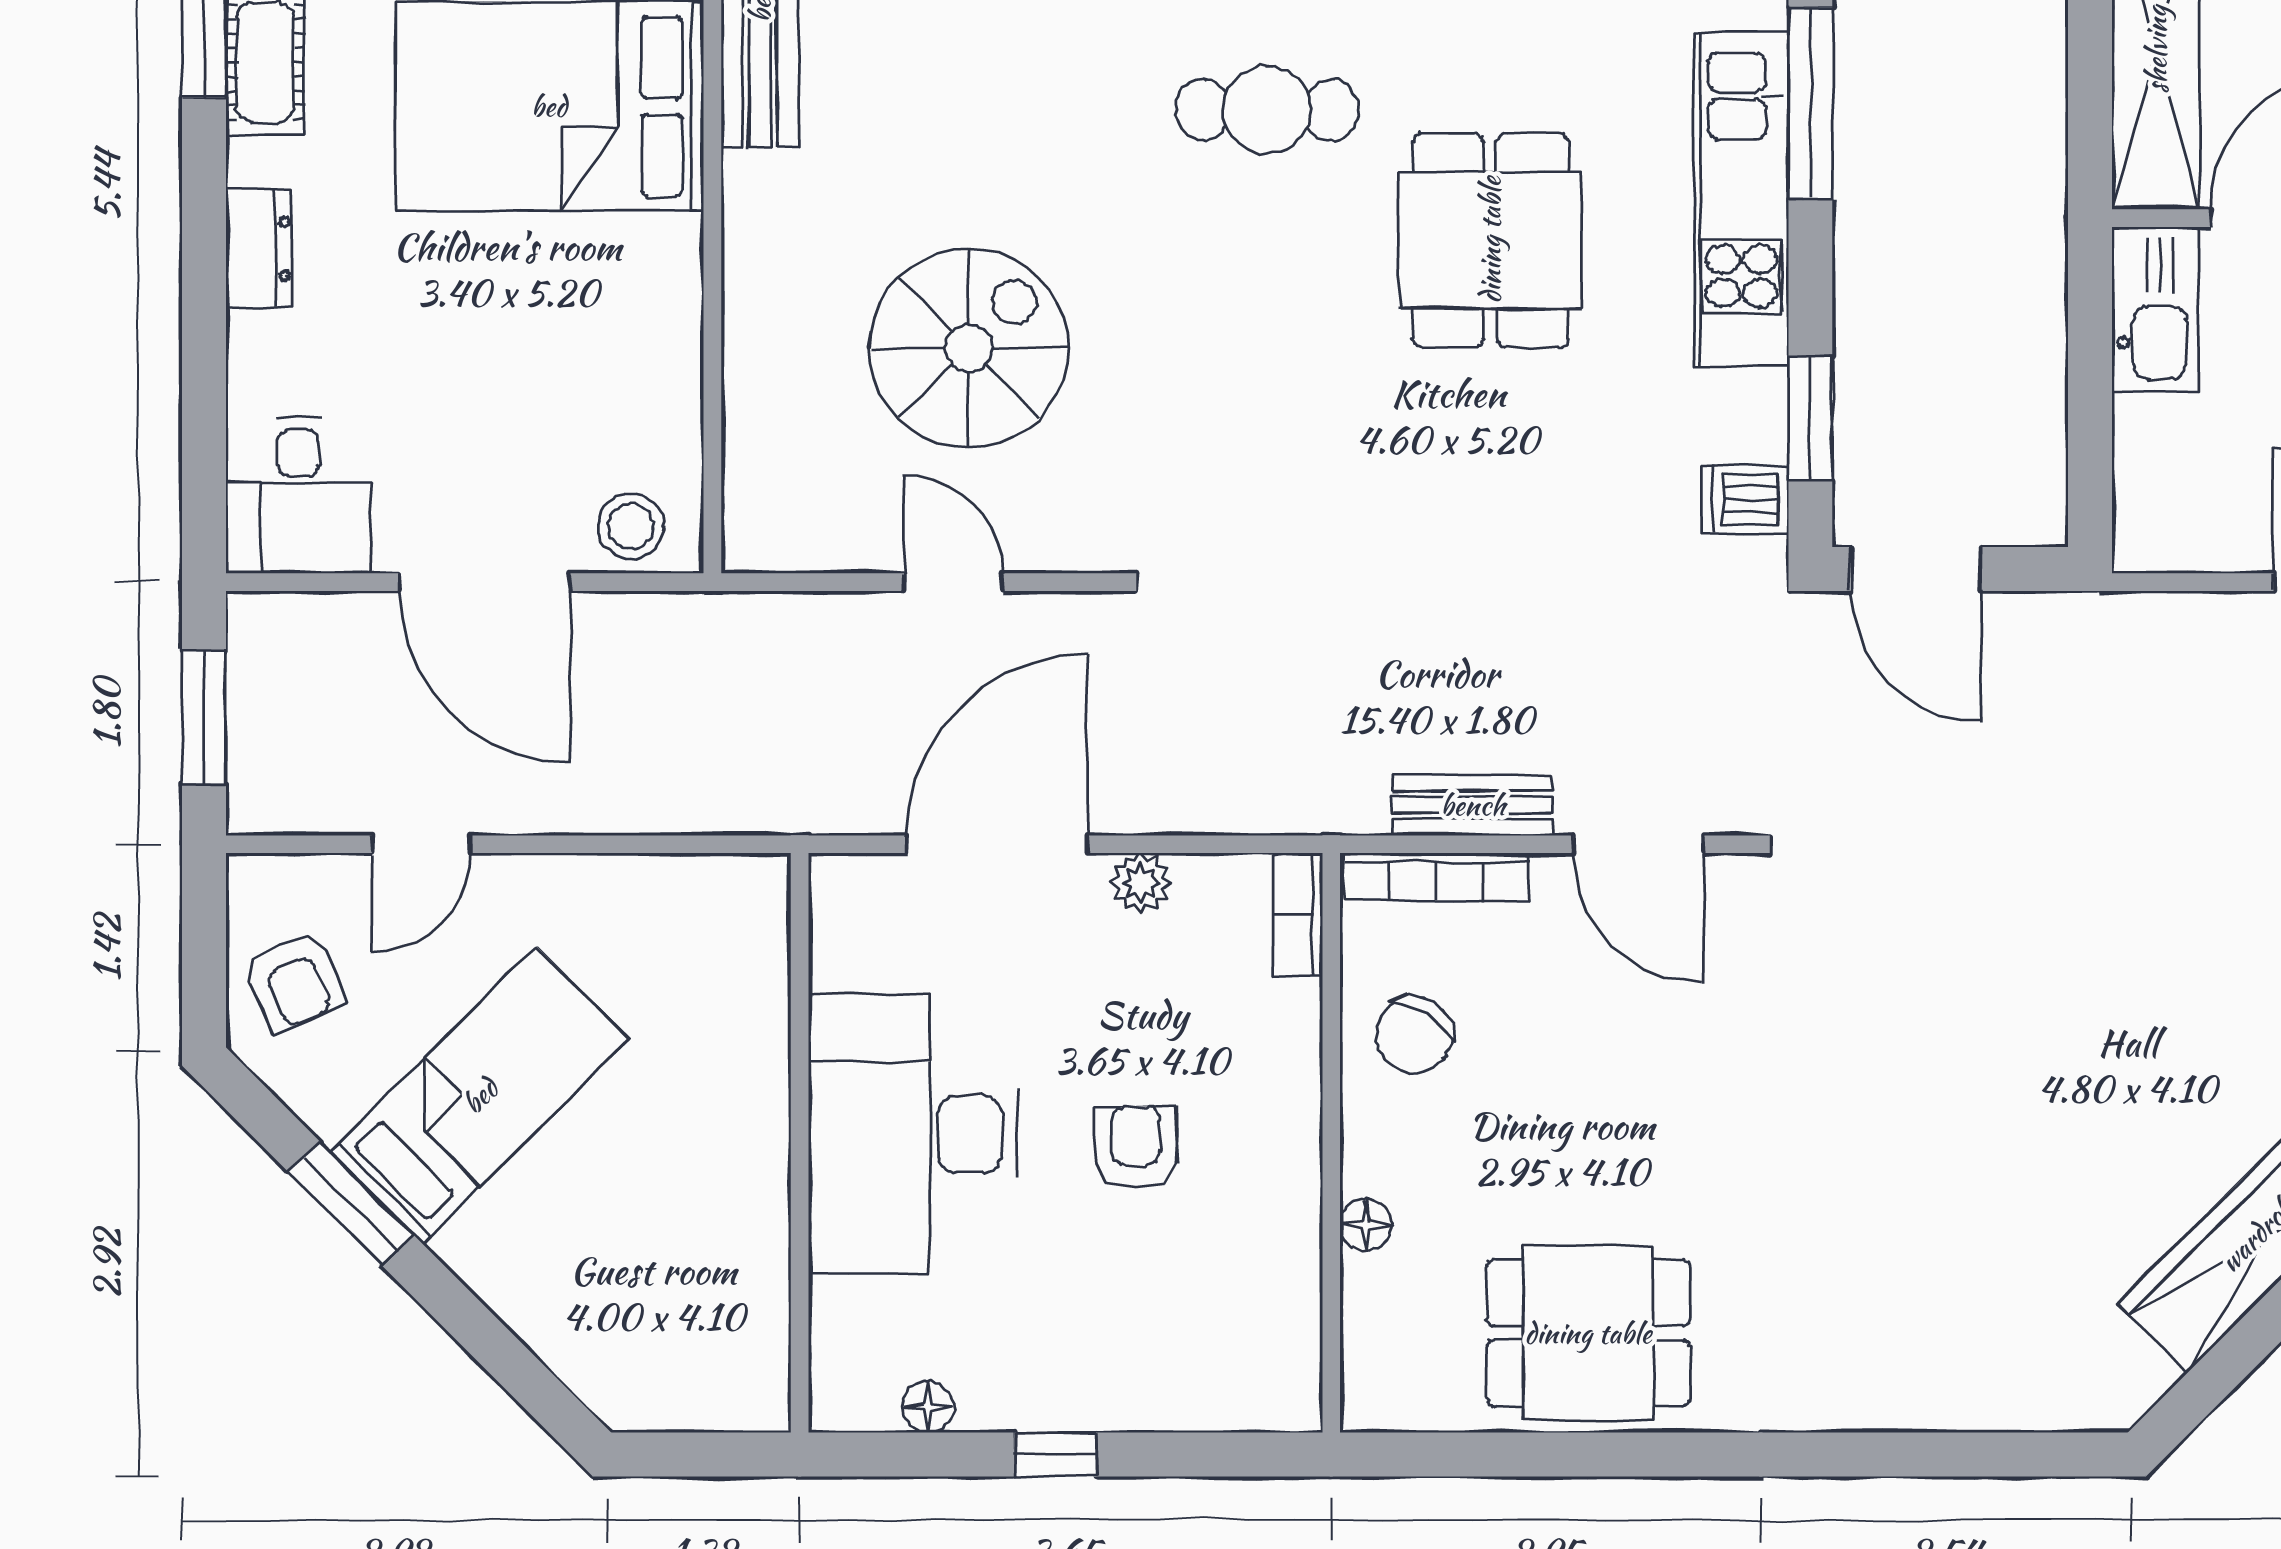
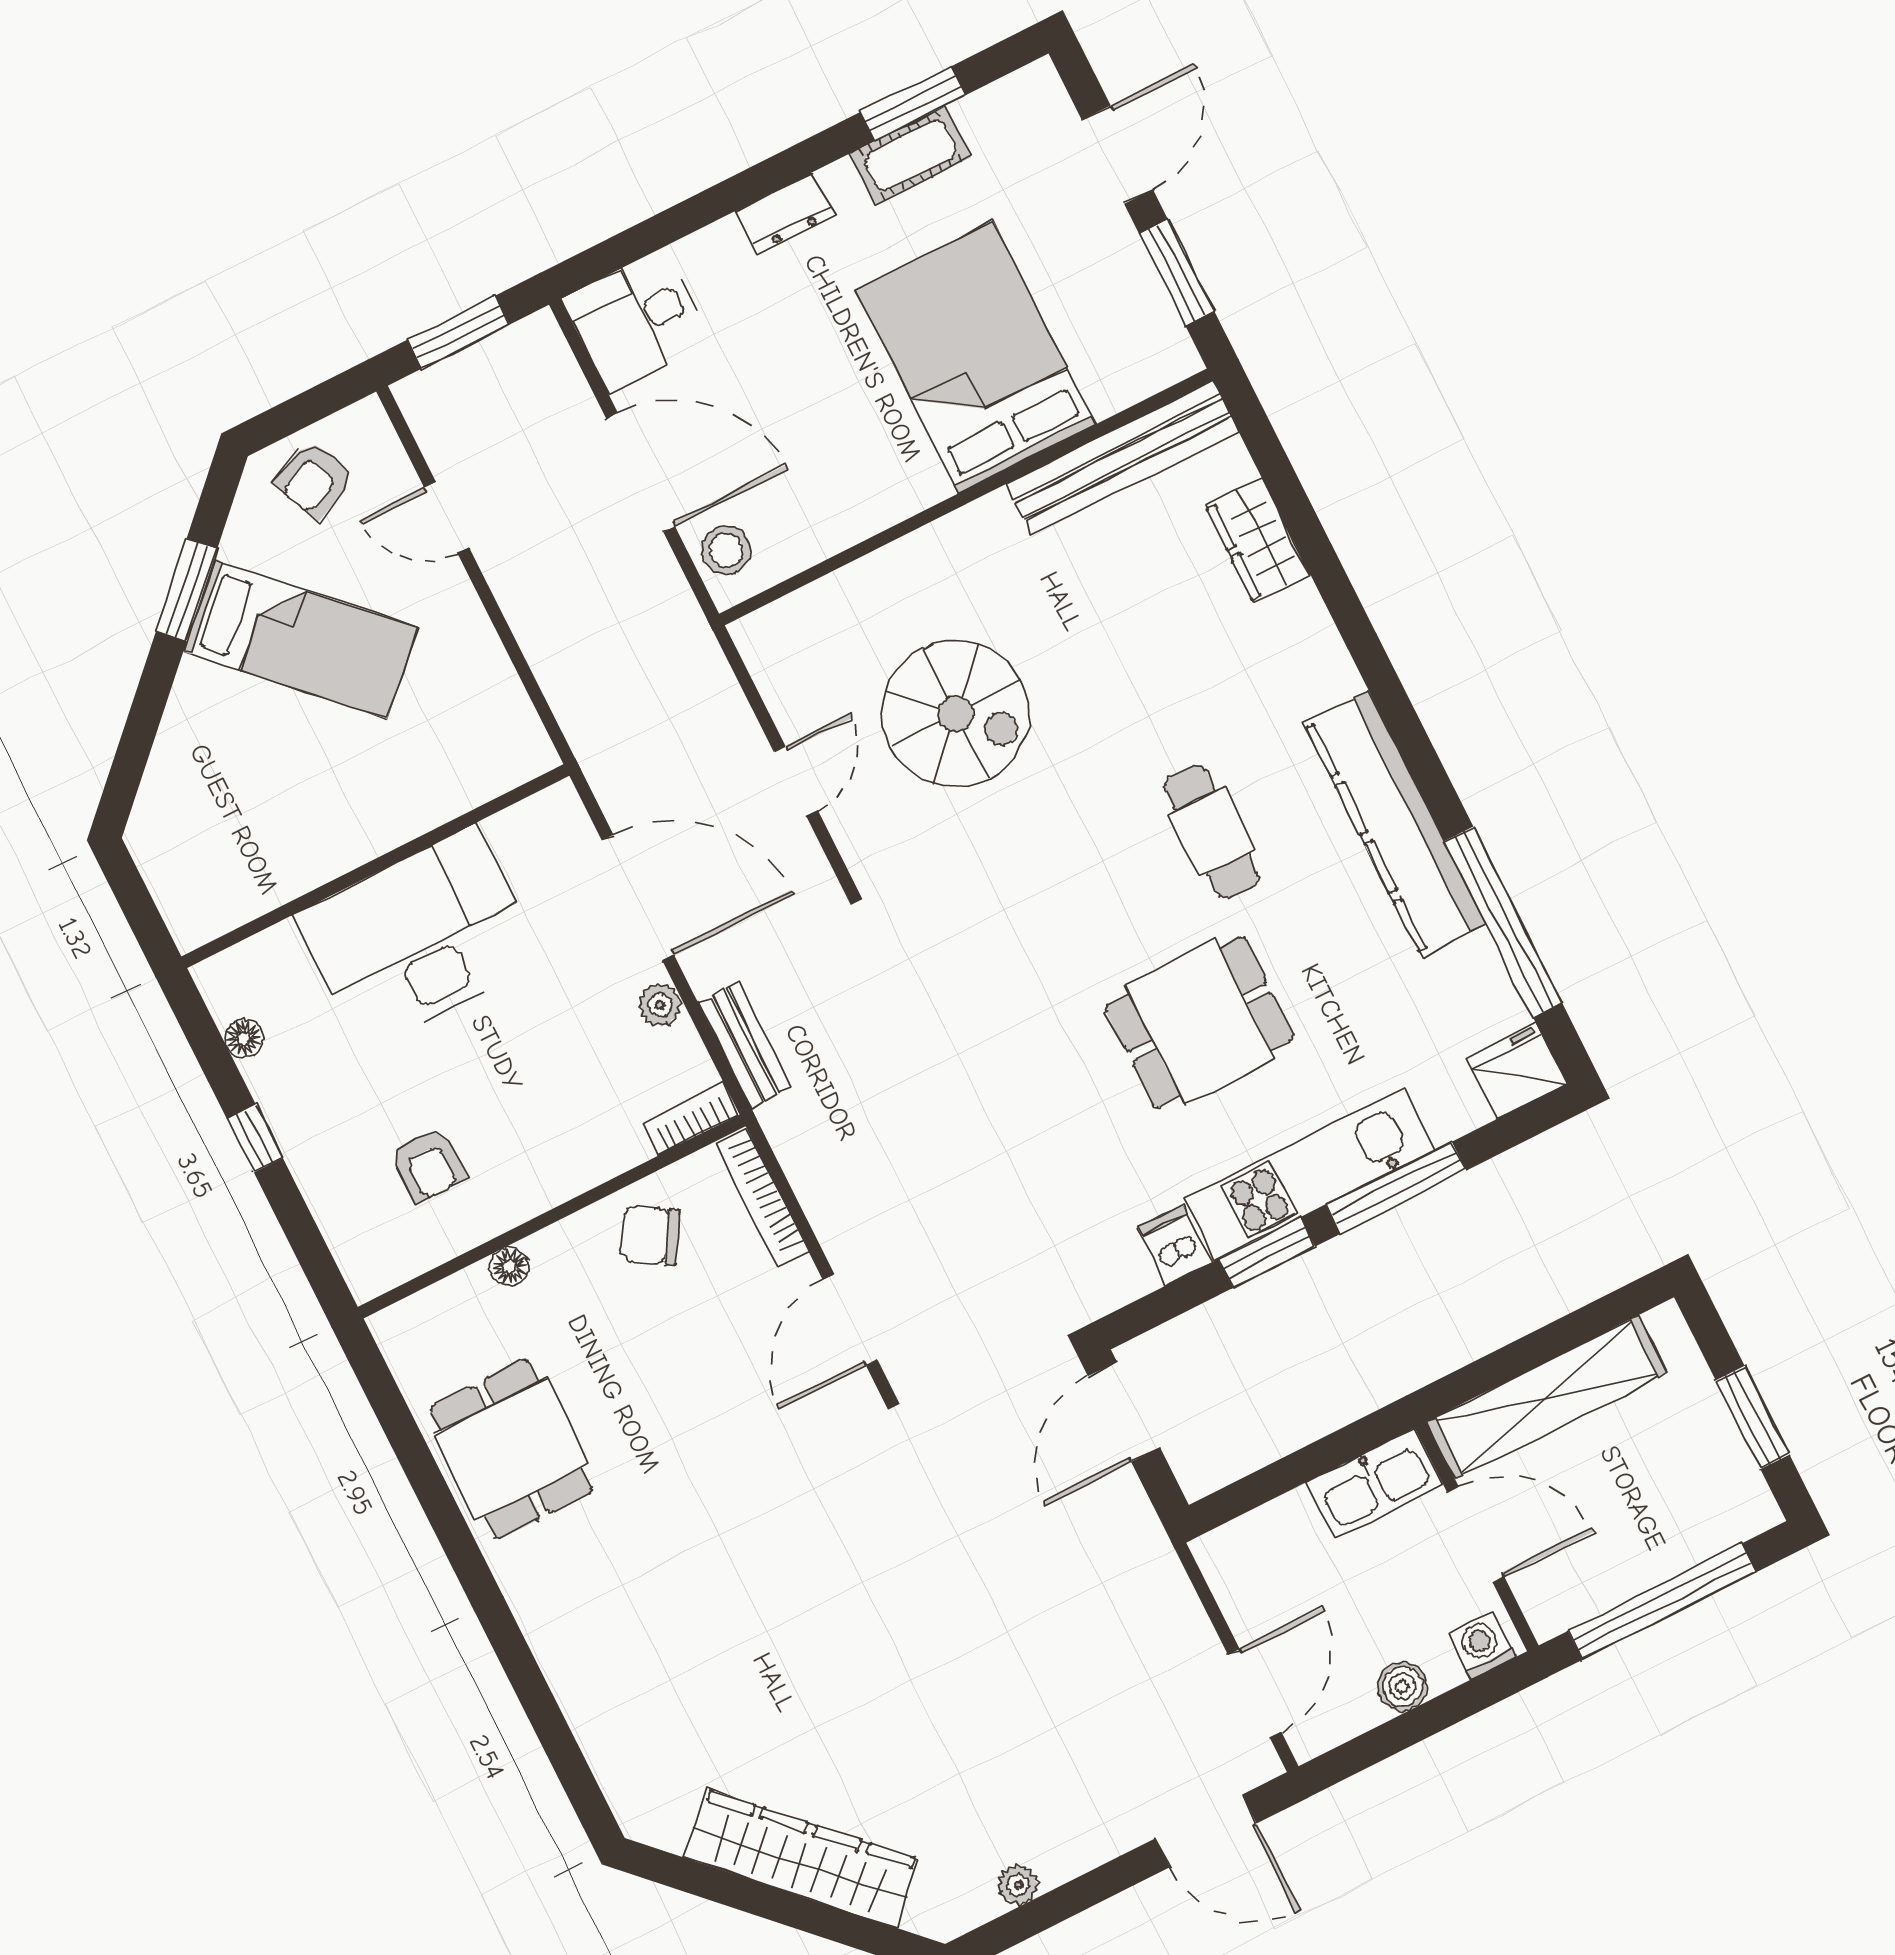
window: (1810, 418) -> (1267, 1253), moved
dishwasher: (1745, 500) -> (1175, 1245), moved
door: (485, 582) -> (641, 472), swing flipped
bench: (1473, 805) -> (745, 1045), moved
armchair: (1136, 1147) -> (428, 1165), moved, turned 90

